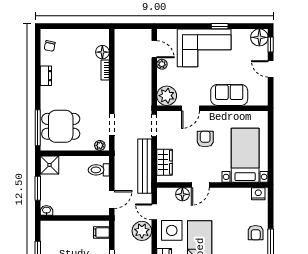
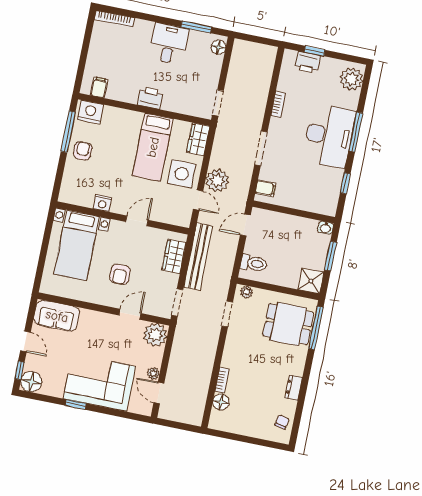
sofa: (229, 95) -> (57, 316), moved
floor lamp: (182, 194) -> (160, 214), removed
nightstand: (258, 194) -> (102, 203), moved

